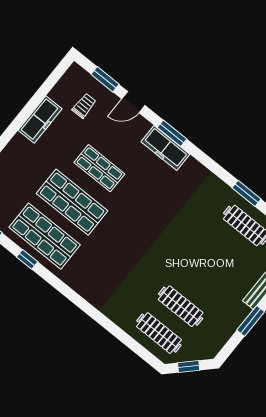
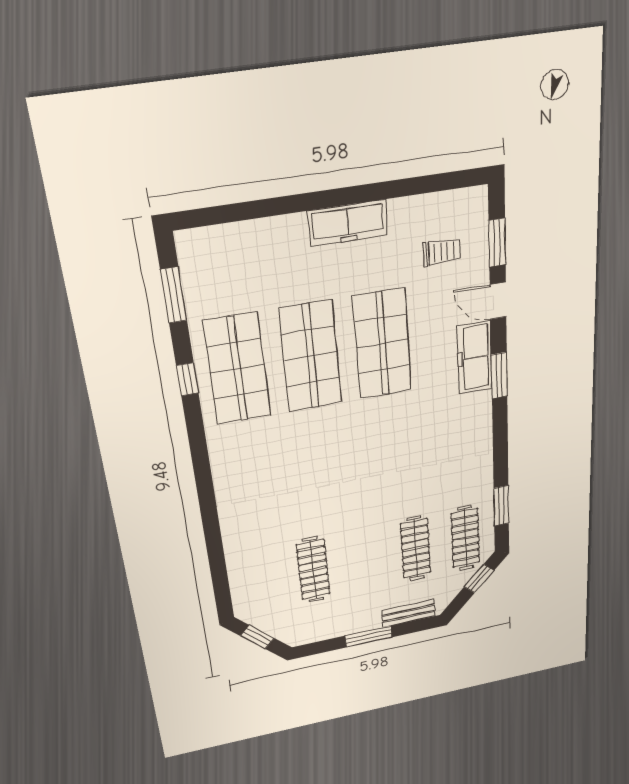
freezer: (40, 120) -> (348, 223), moved
freezer: (165, 148) -> (475, 357), moved
shop shelf: (99, 168) -> (382, 344), width x1.43, depth x1.36
clothes rail: (159, 333) -> (416, 548), moved

